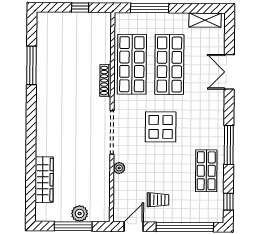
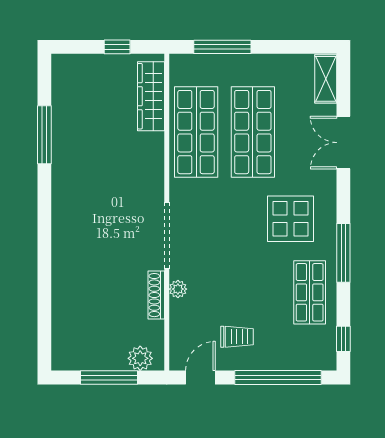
shelving: (205, 20) -> (326, 79), moved, turned 90
shoe rack: (105, 80) -> (156, 295), moved
display table: (161, 127) -> (290, 219), moved
wardrobe: (44, 180) -> (151, 96), moved, turned 180
plant: (80, 214) -> (140, 358), moved

